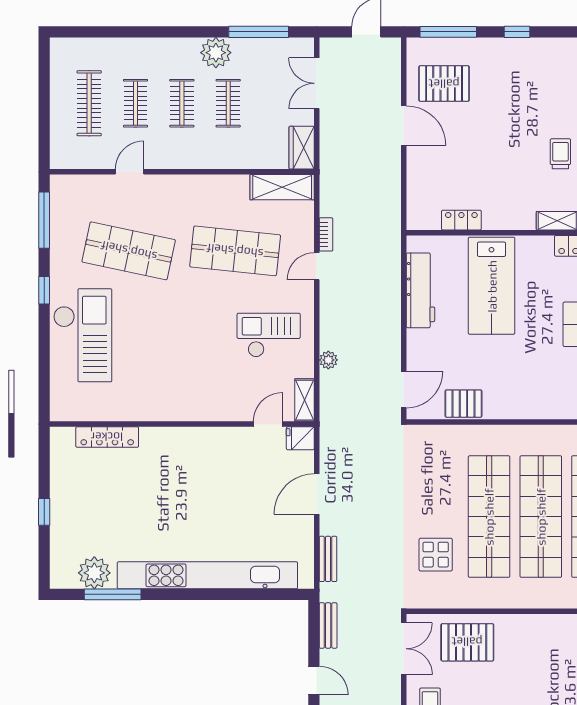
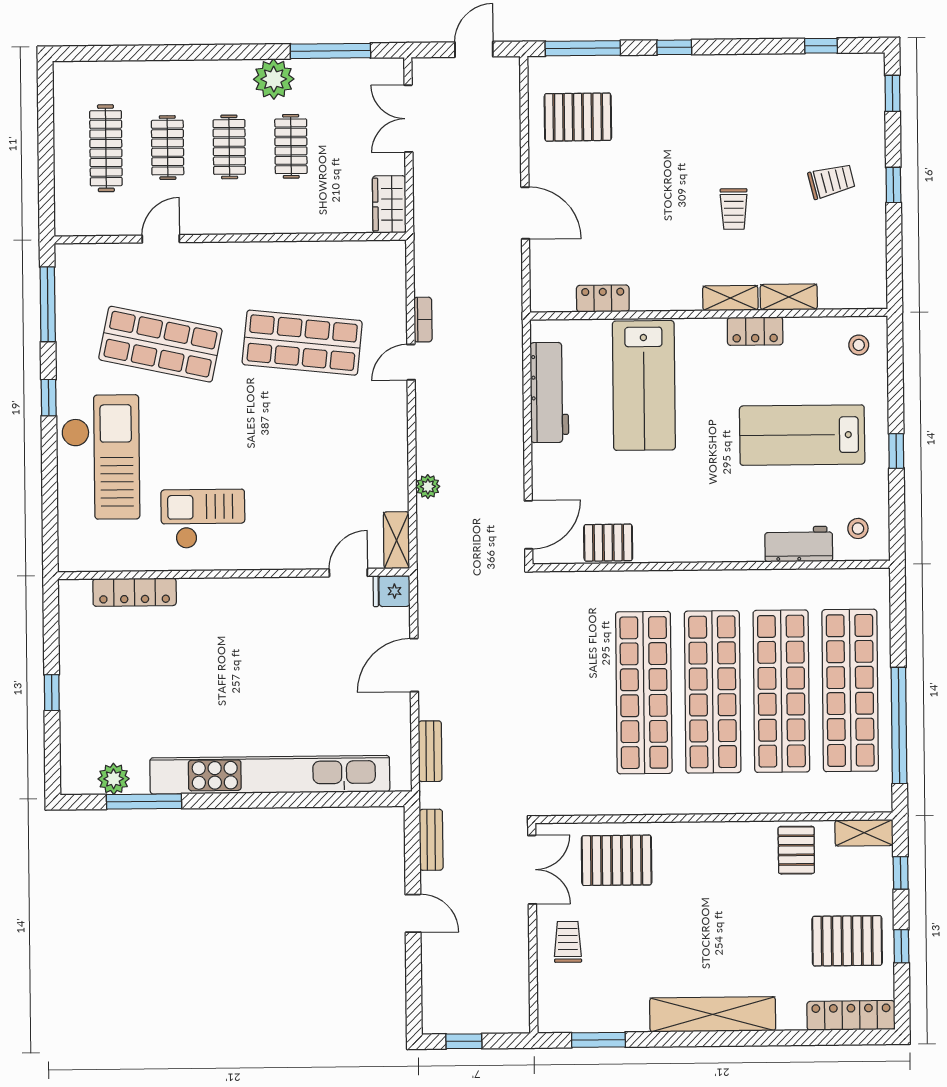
door: (404, 125) -> (525, 213), moved
trolley: (560, 154) -> (734, 209), turned 180
shelving: (282, 187) -> (364, 257), removed
checkout: (269, 335) -> (203, 519), moved
display table: (436, 555) -> (573, 744), removed
plant: (94, 573) -> (114, 779), width x0.73, depth x0.73

